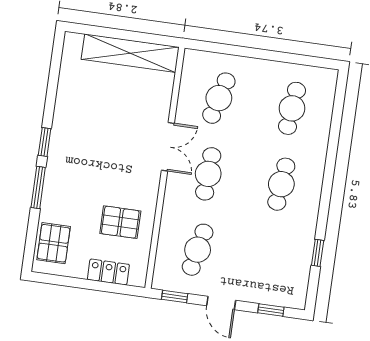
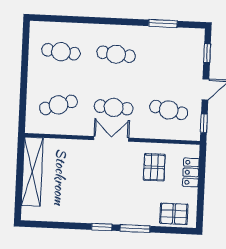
cafe table: (219, 98) -> (58, 105), turned -33
double door: (168, 147) -> (111, 139), moved
window: (318, 253) -> (163, 24), width x1.50

